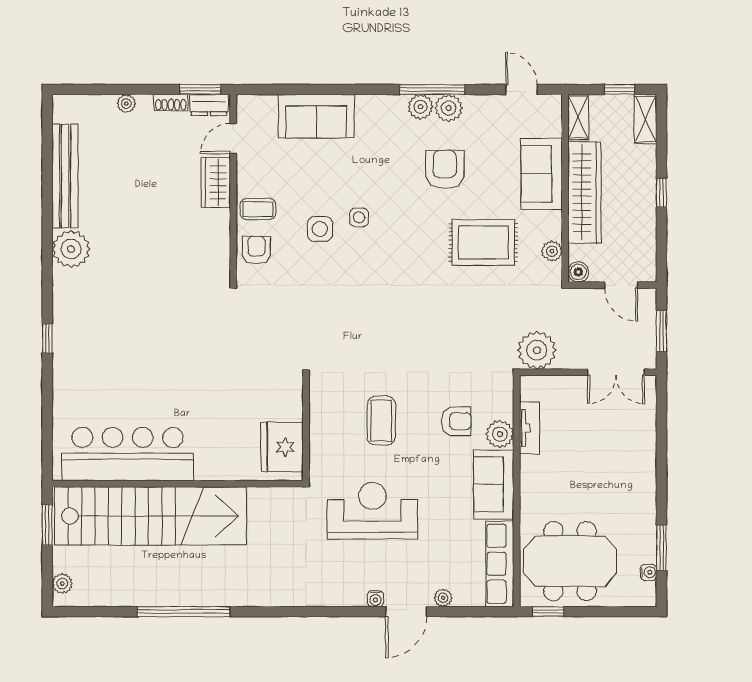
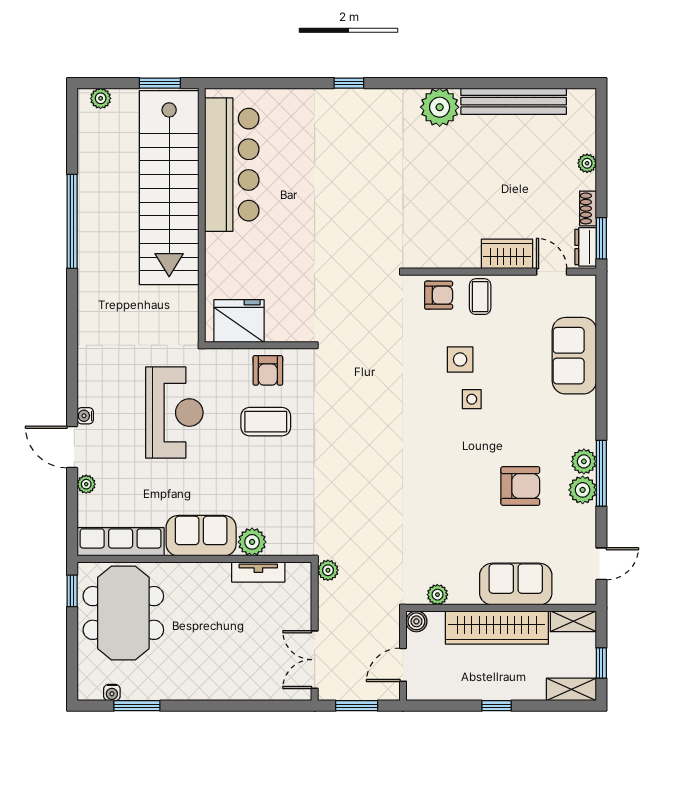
rug: (483, 242) -> (446, 525), removed
plant: (537, 350) -> (328, 570), width x0.53, depth x0.53
armchair: (456, 421) -> (268, 370), moved

